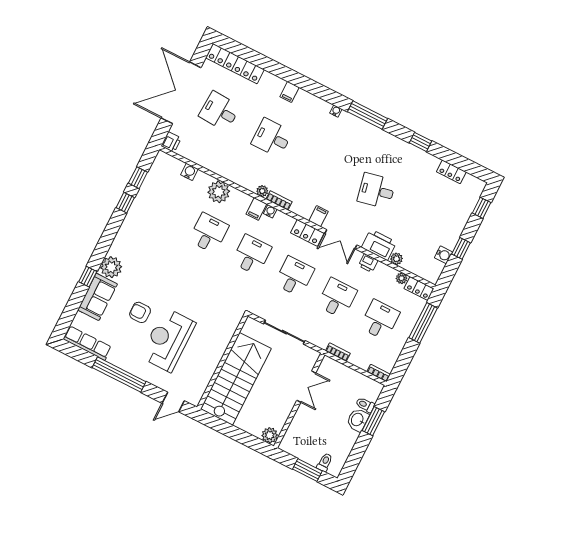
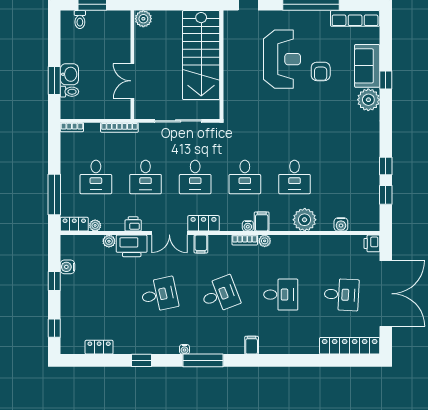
filing cabinet: (290, 92) -> (252, 345), moved
water cooler: (336, 111) -> (184, 349), moved
desk: (324, 164) -> (220, 295), added
double door: (341, 239) -> (169, 233), swing flipped
armchair: (140, 312) -> (321, 71), turned 90
bookcase: (338, 352) -> (119, 128), width x1.56

